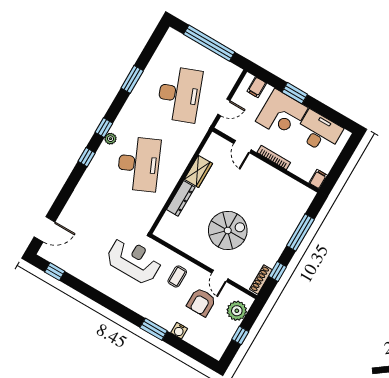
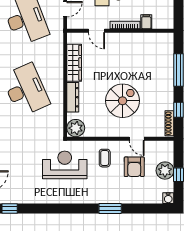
wardrobe: (198, 171) -> (74, 63), width x1.50
filing cabinet: (318, 179) -> (146, 22), moved
plant: (166, 230) -> (76, 128), added
plant: (237, 311) -> (165, 171), moved
water cooler: (179, 331) -> (168, 198), moved

